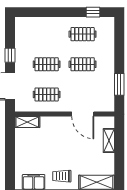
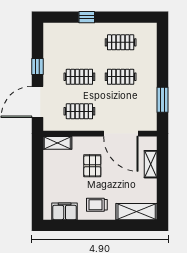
window: (93, 12) -> (87, 17), moved
door: (83, 114) -> (121, 134), width x1.36
pallet: (58, 142) -> (92, 166), added

